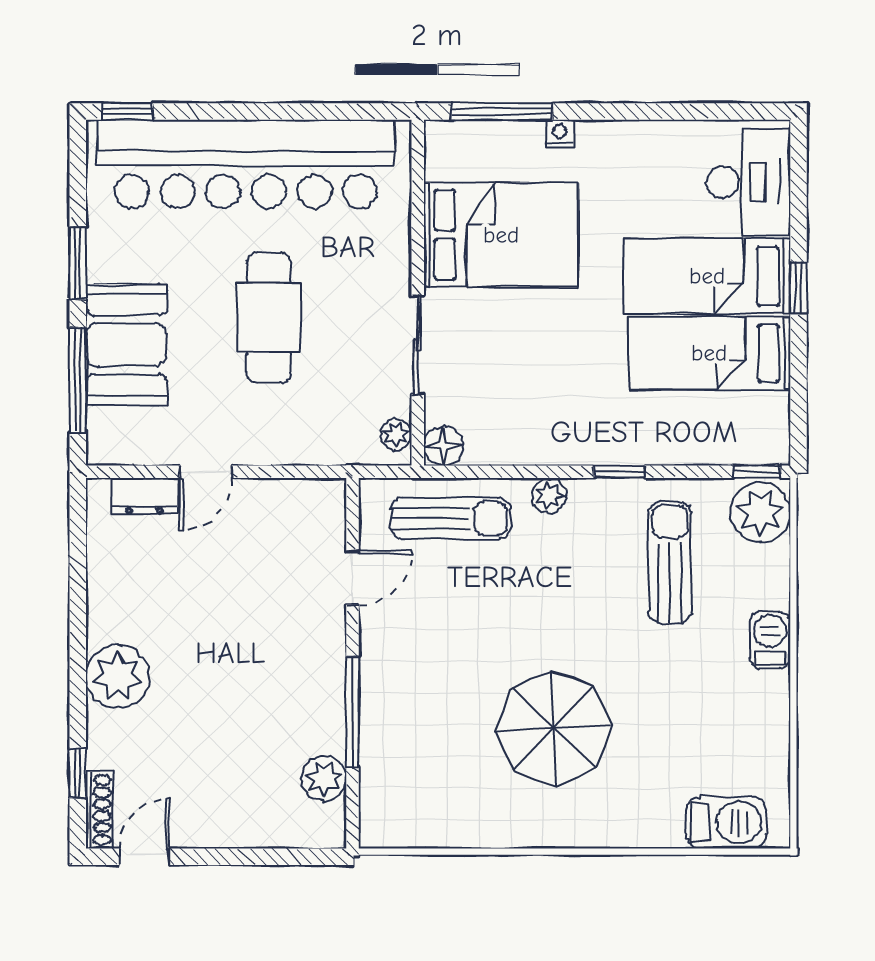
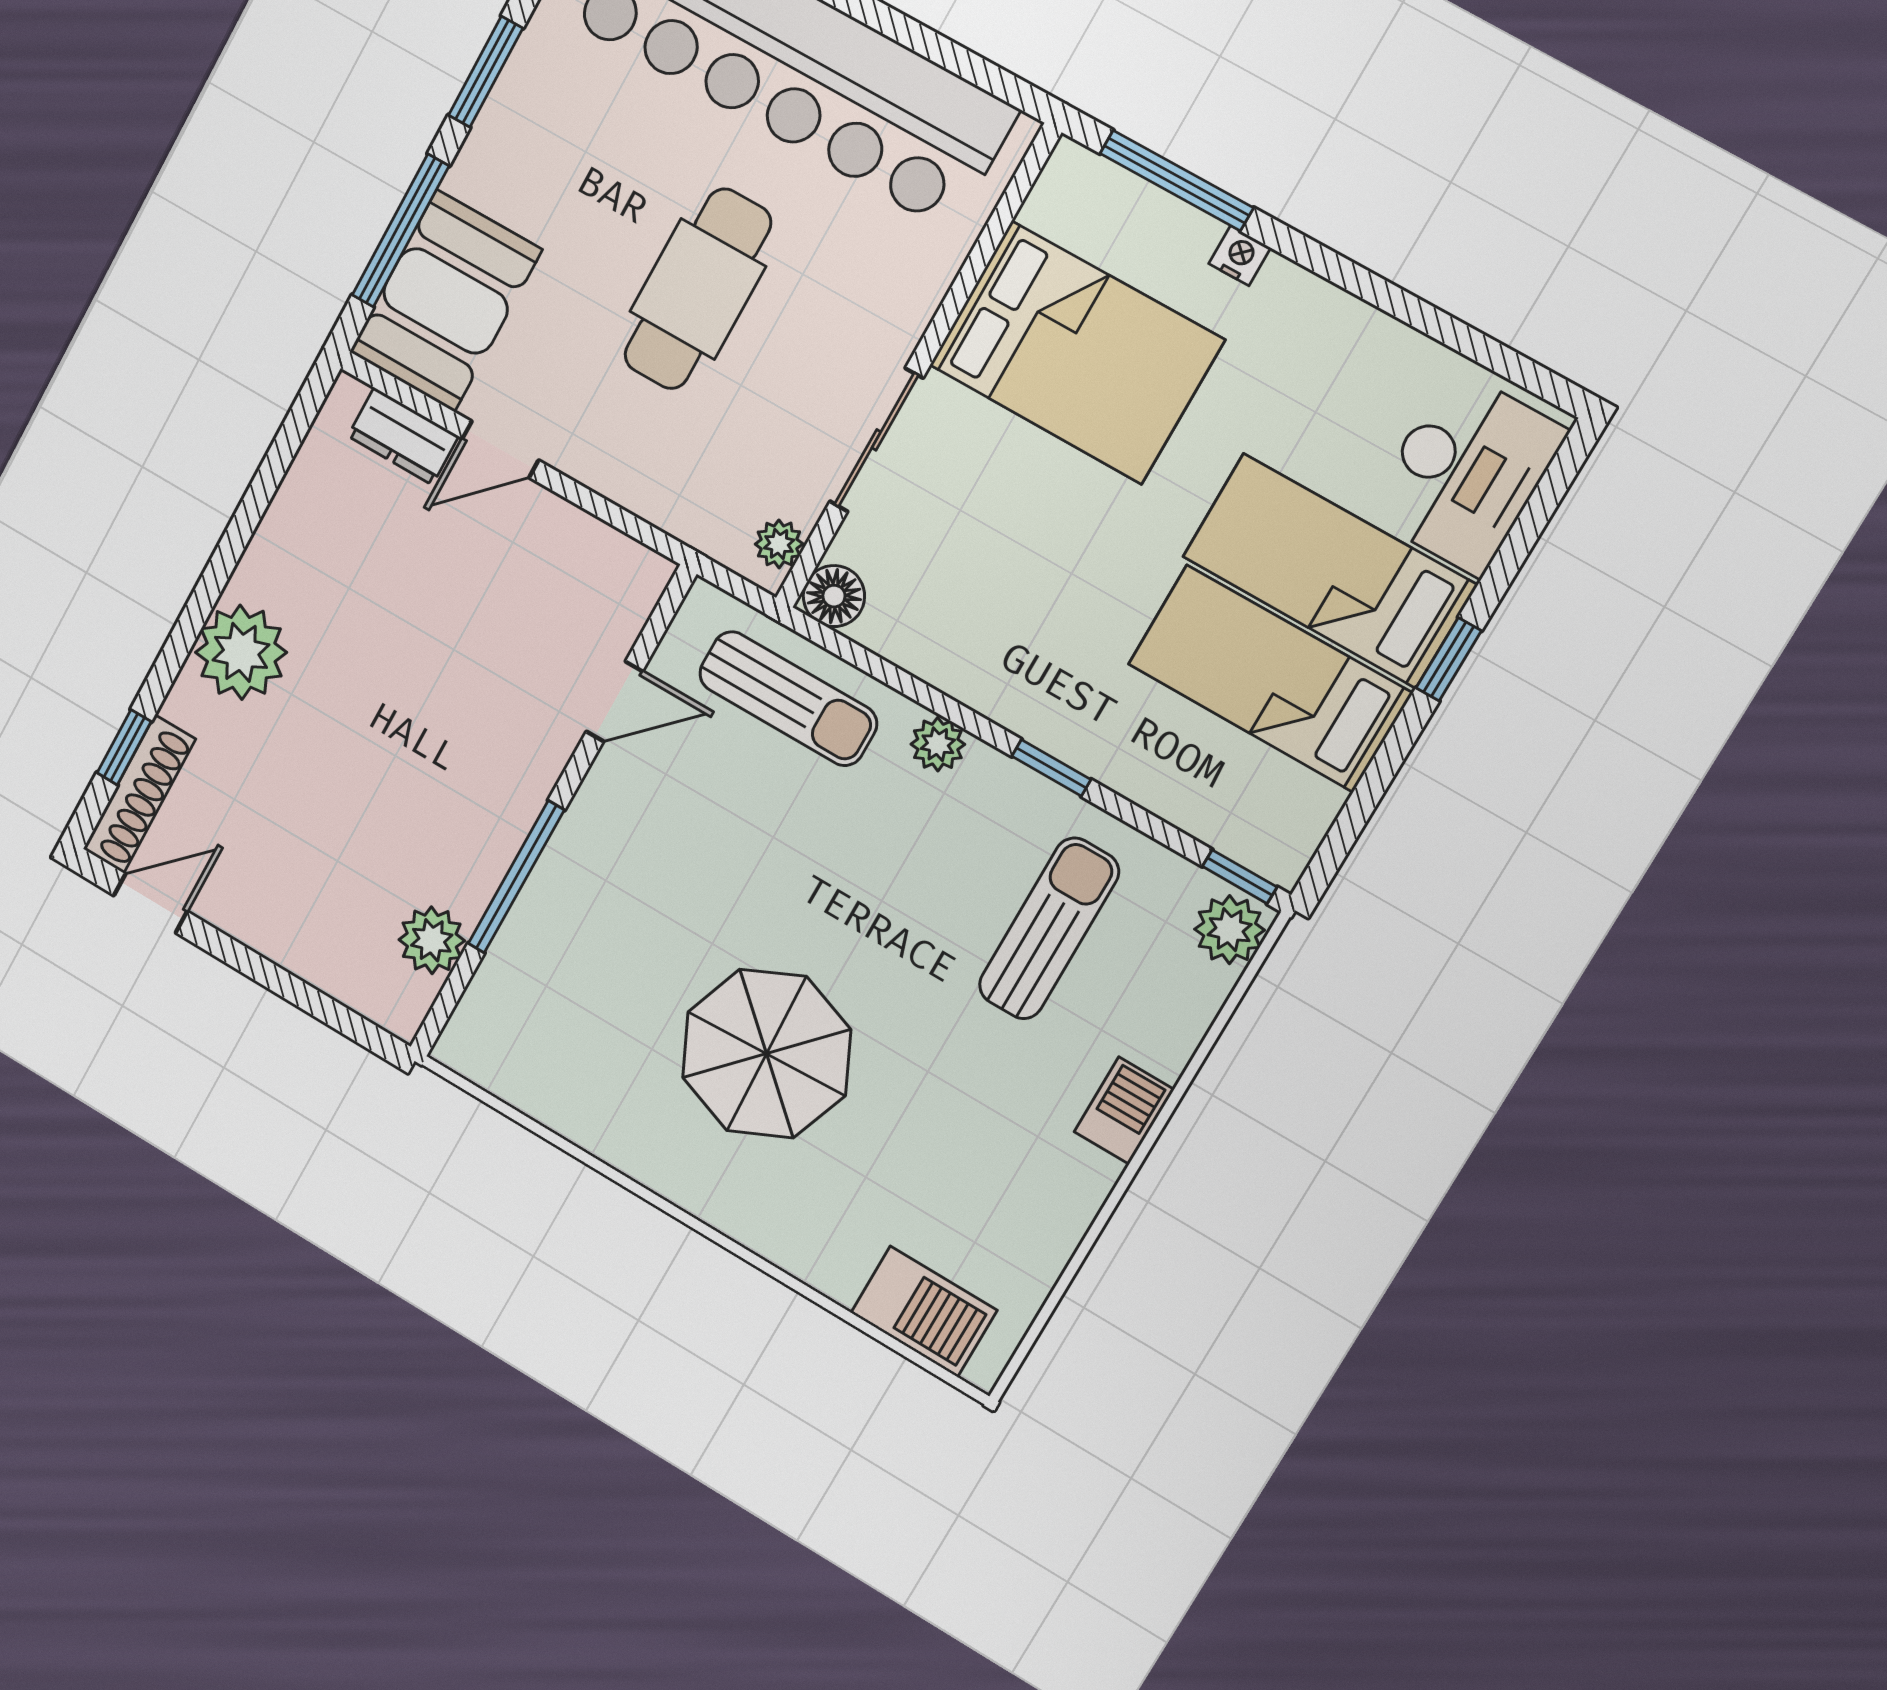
booth: (126, 345) -> (446, 301), moved
plant: (760, 512) -> (1230, 930), width x0.73, depth x0.73
shoe rack: (99, 810) -> (139, 794), width x1.36, depth x1.24

